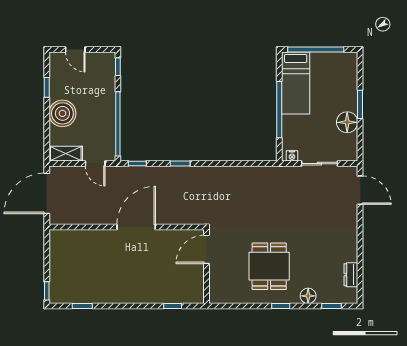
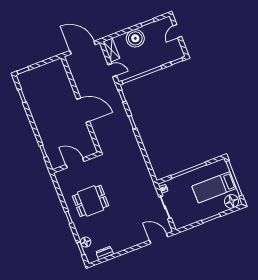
bed: (296, 83) -> (214, 187), moved
floor lamp: (347, 122) -> (231, 201), moved
door: (95, 164) -> (112, 70), swing flipped
door: (360, 190) -> (159, 239), swing flipped
door: (207, 249) -> (75, 163), moved
floor lamp: (308, 296) -> (86, 242), moved

